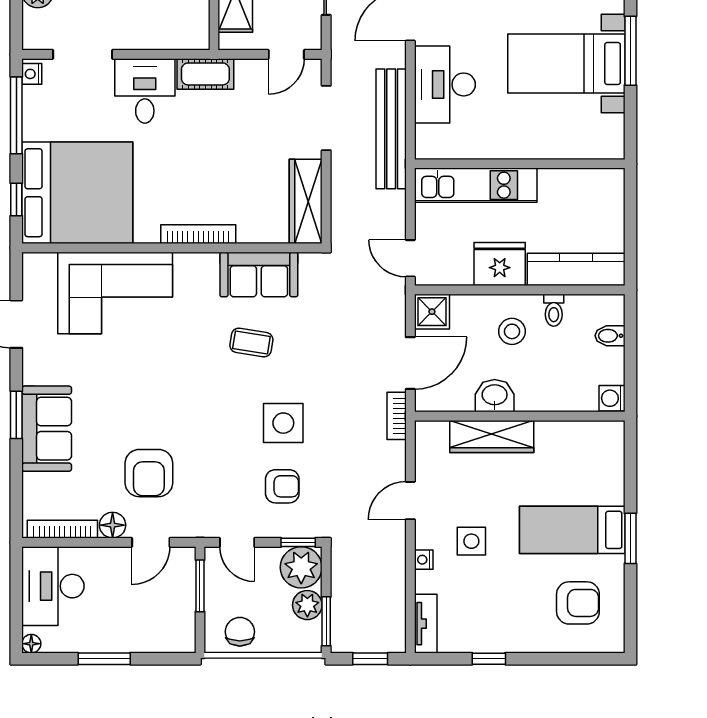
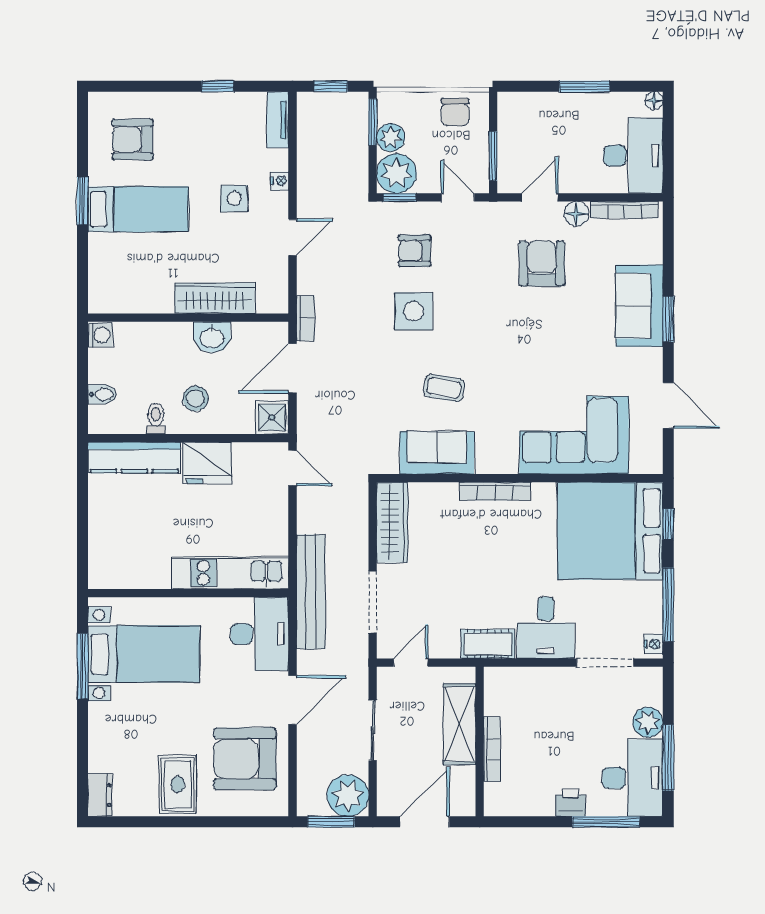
wall: (520, 164) -> (188, 593), moved
kitchen unit: (476, 185) -> (230, 573), moved

